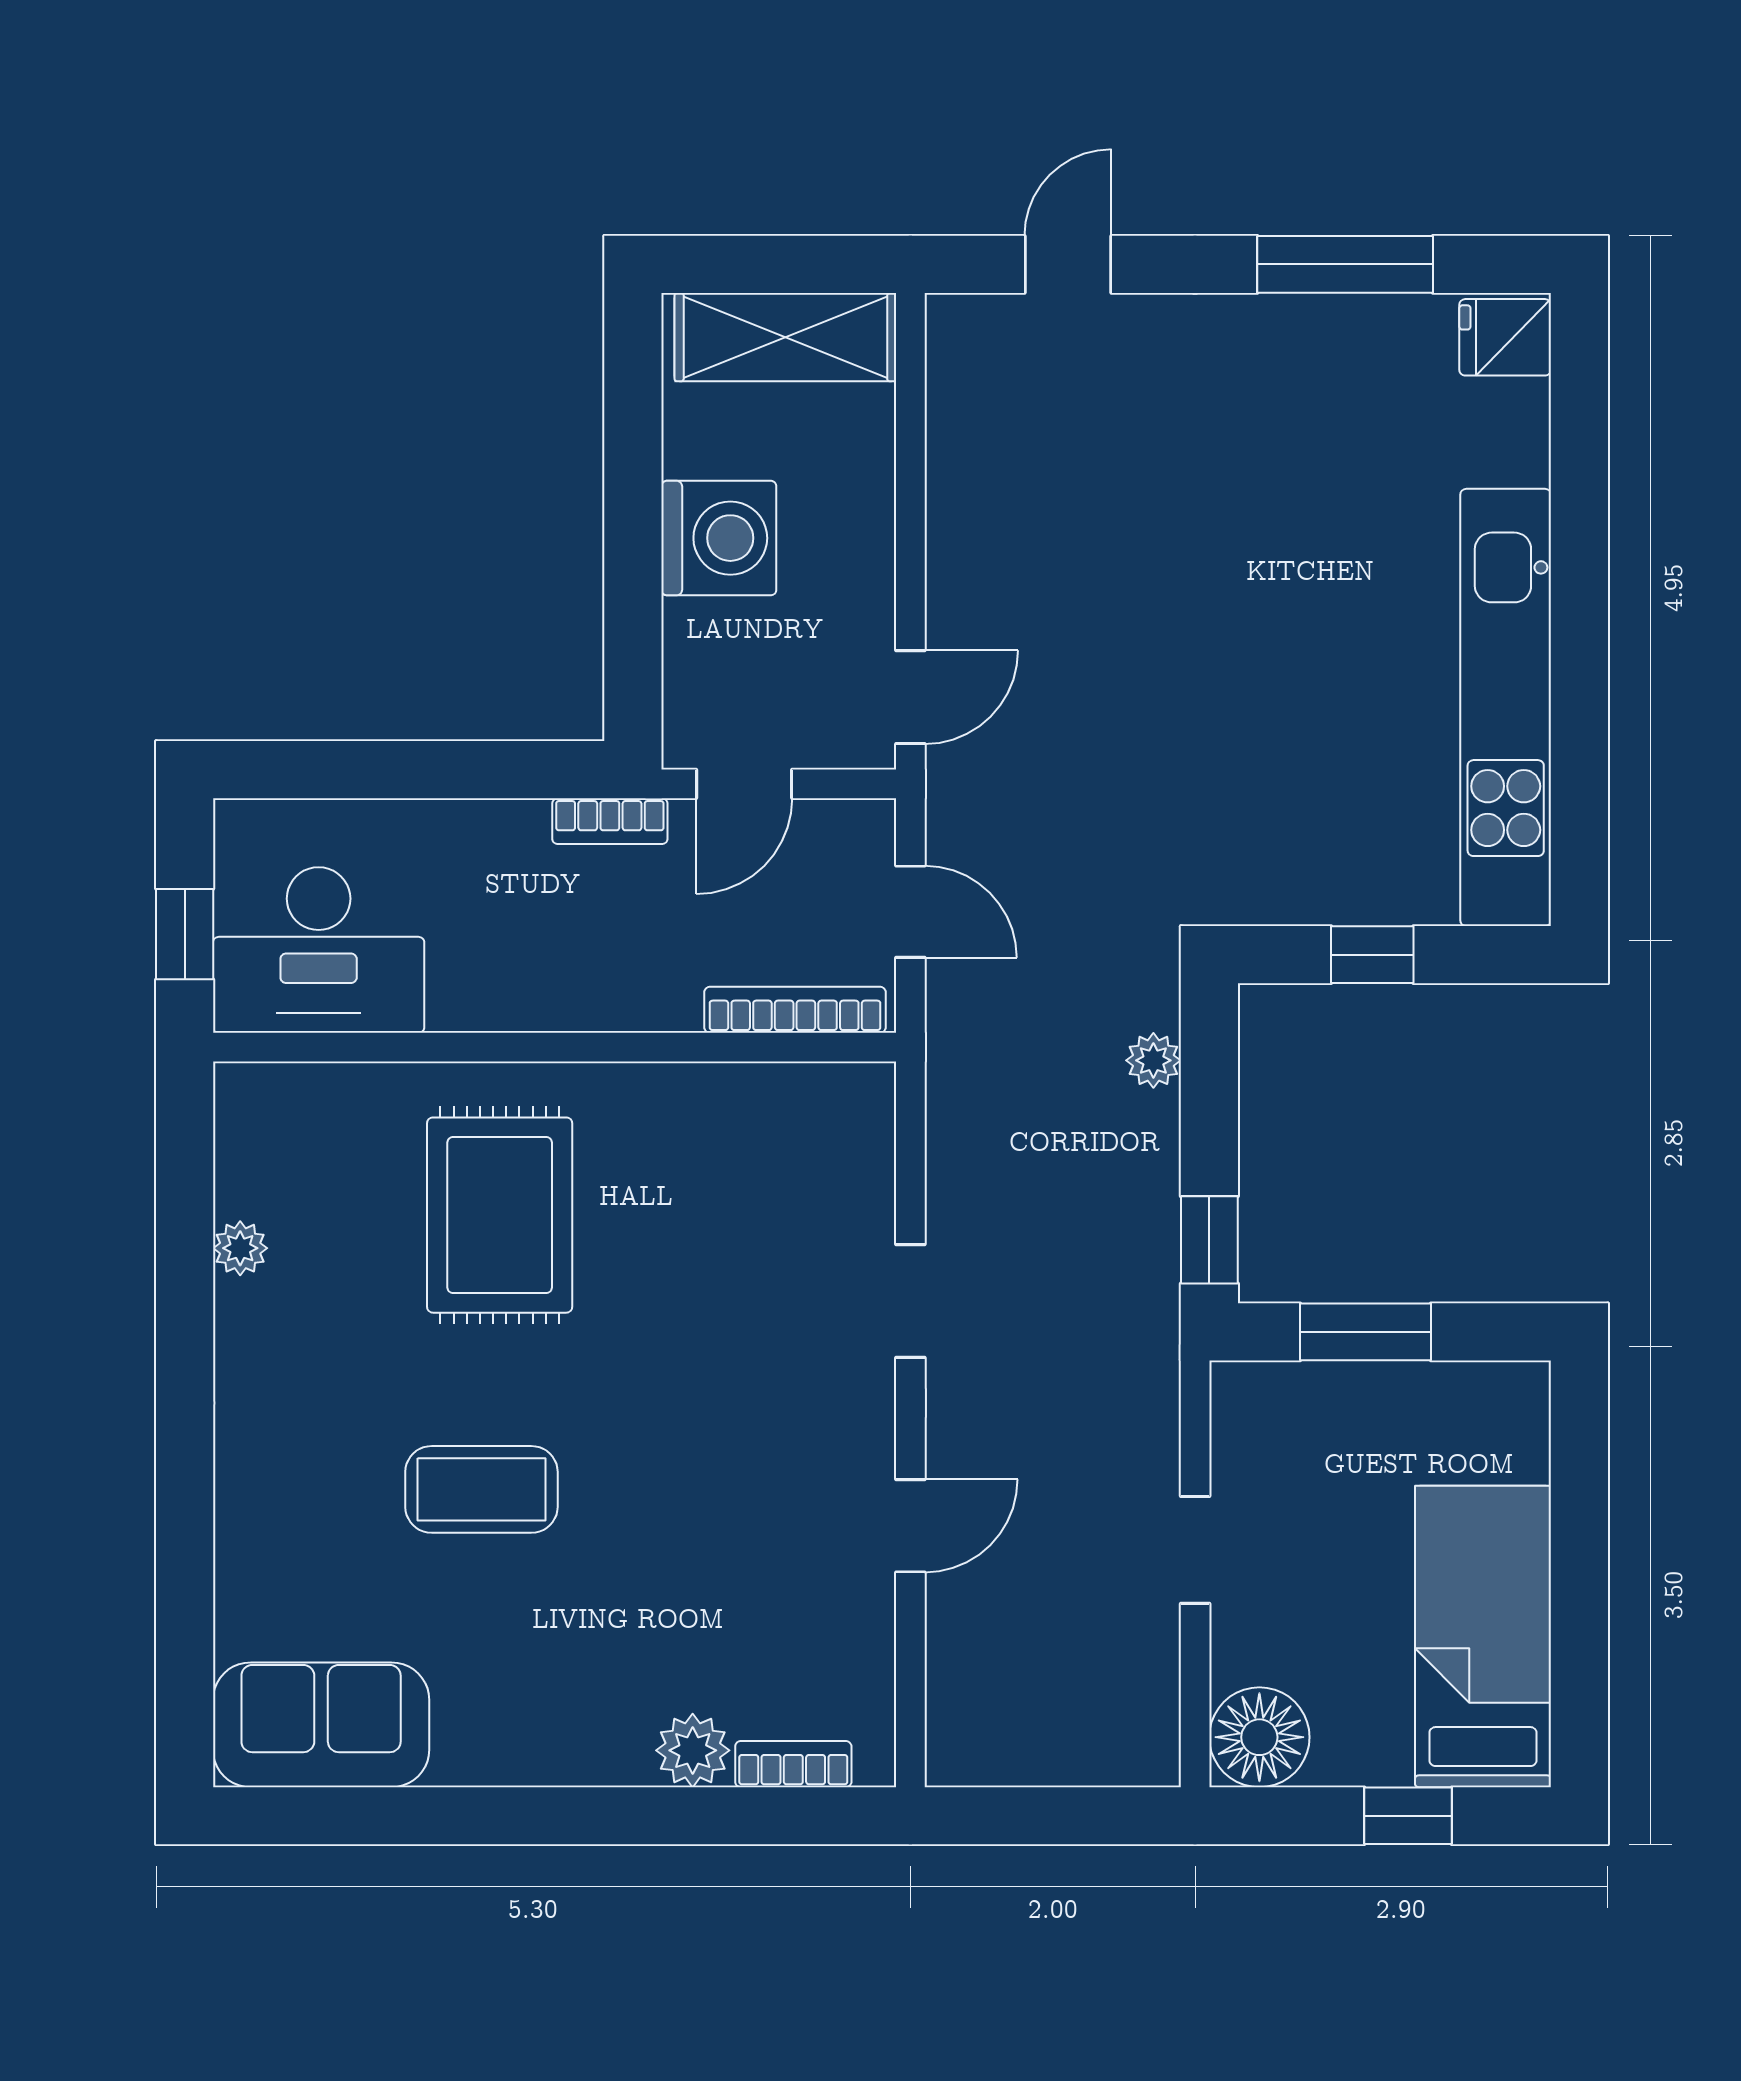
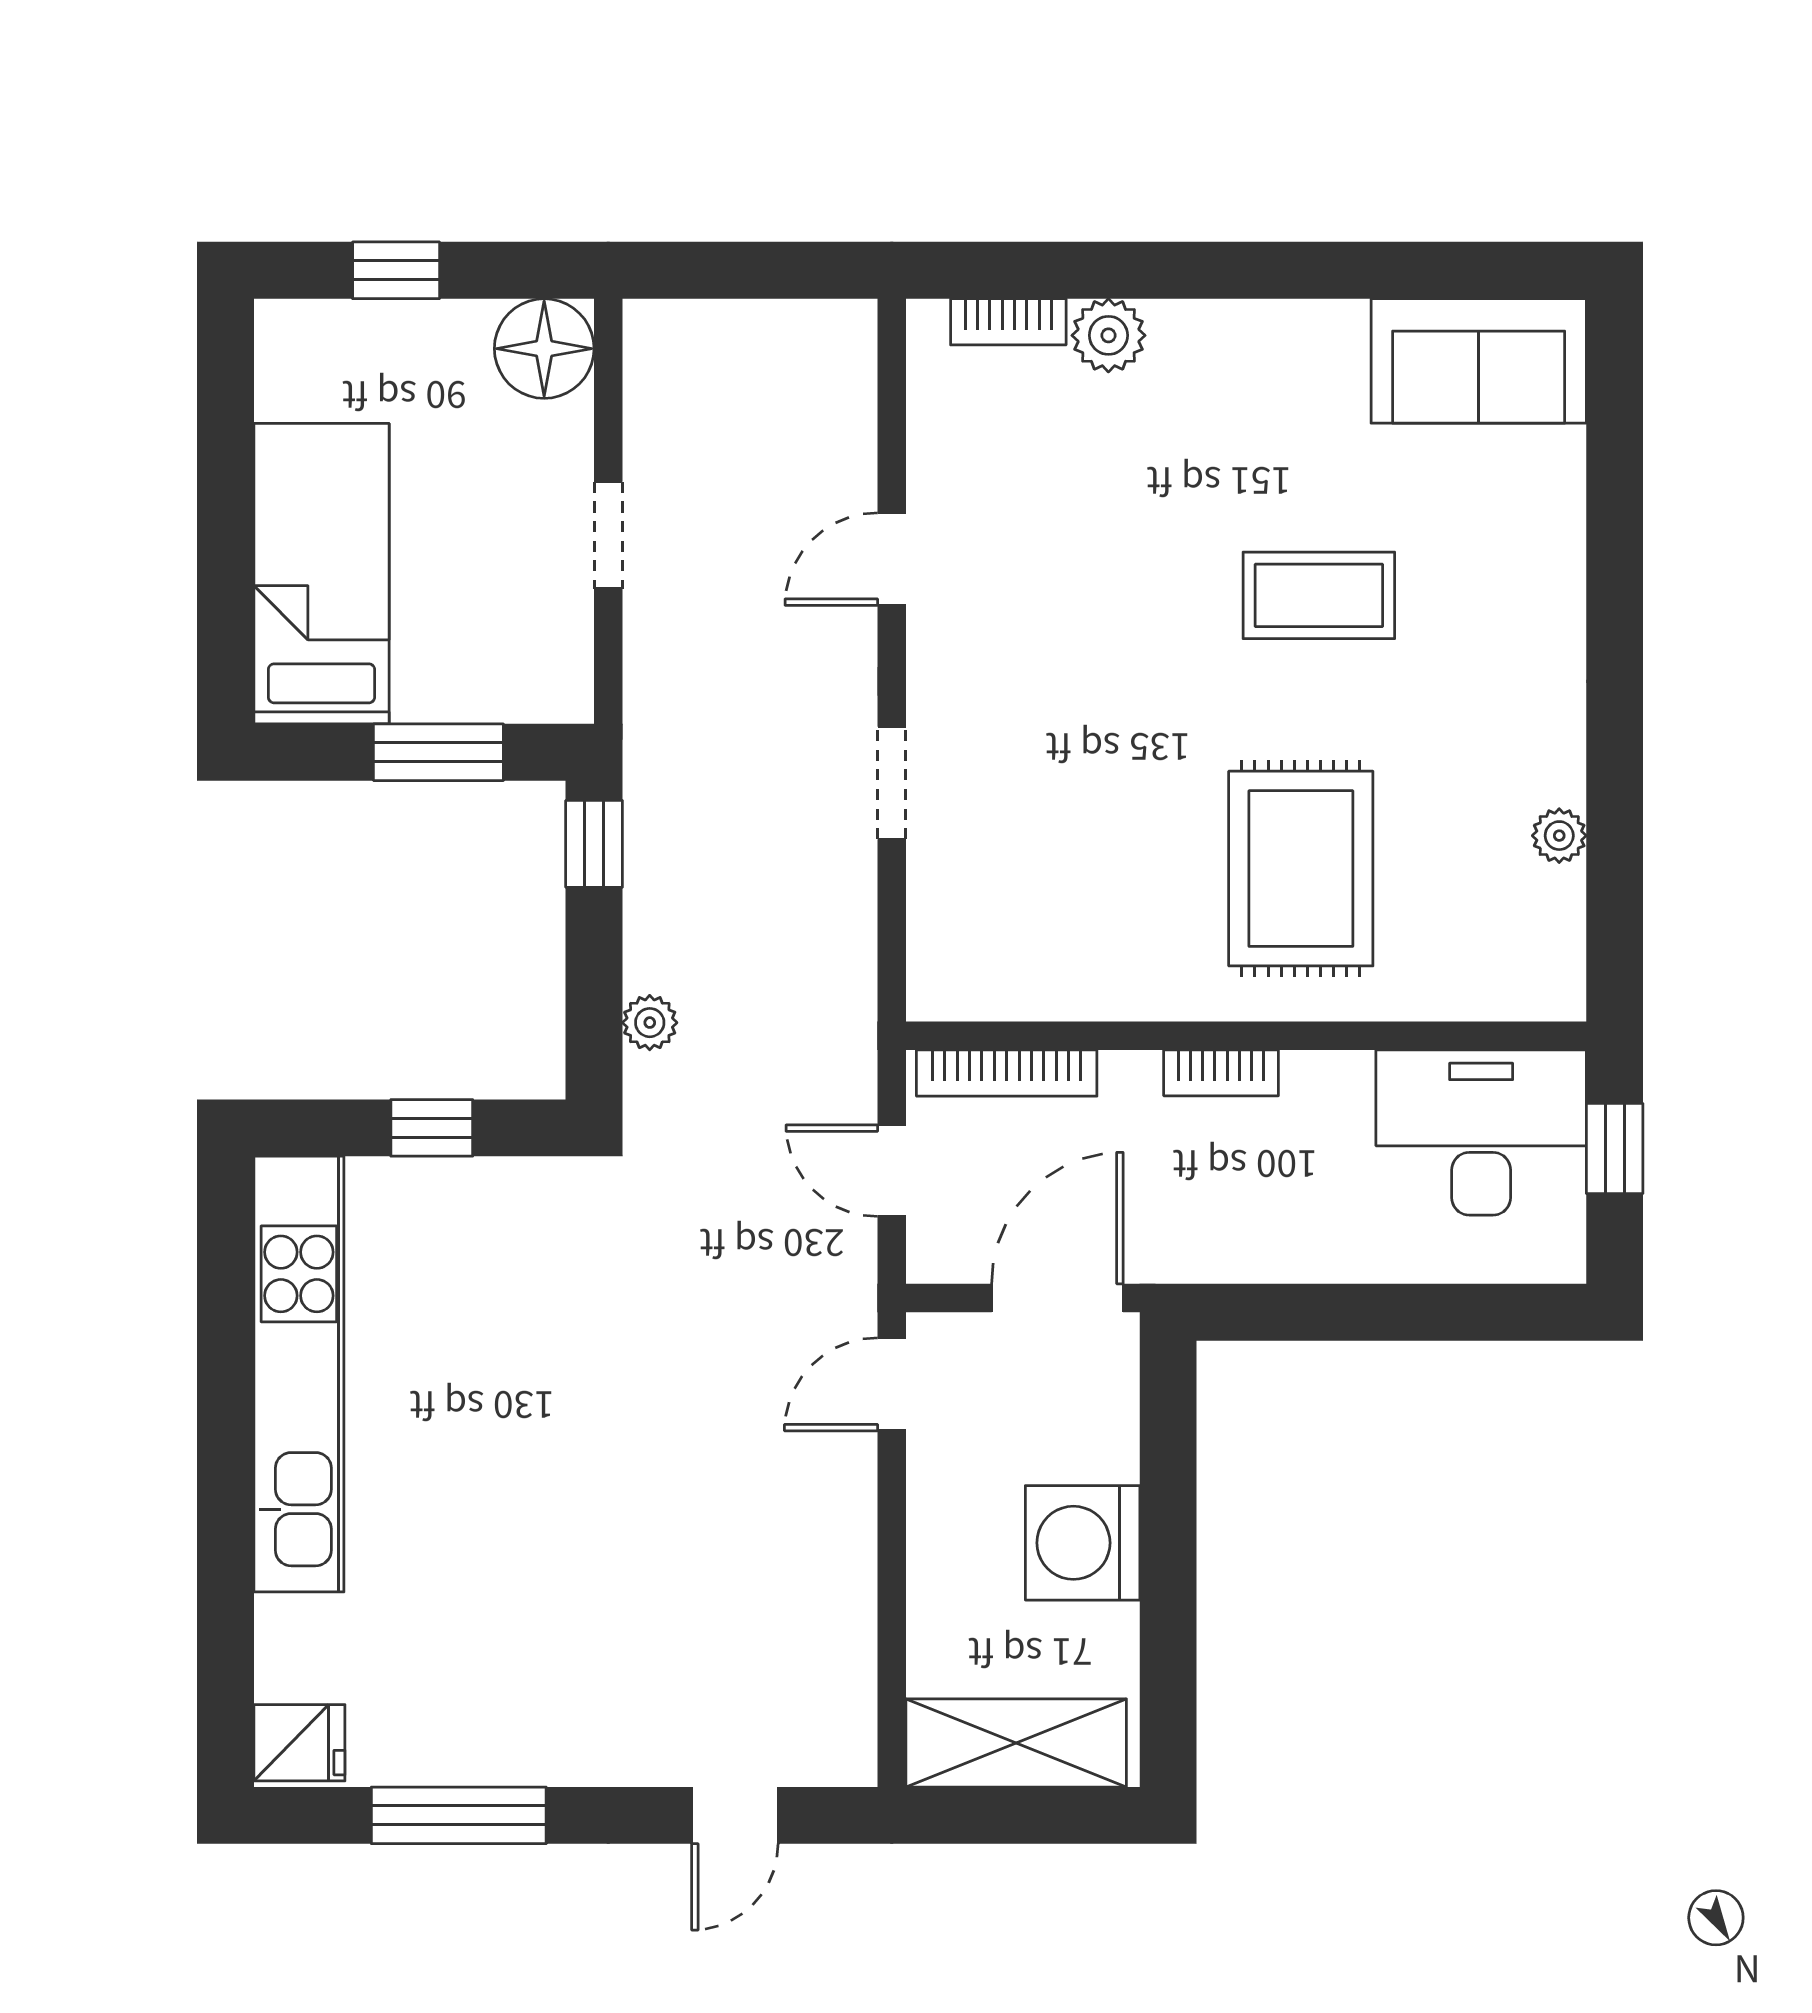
door: (744, 784) -> (1057, 1298), width x1.38
bookcase: (610, 821) -> (1221, 1073), moved, turned 180
bed: (1483, 1636) -> (321, 574), moved, turned 180

